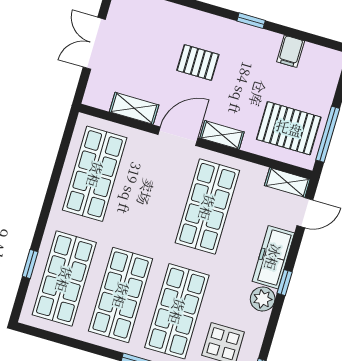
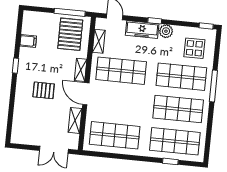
double door: (94, 43) -> (54, 150), moved
pallet: (198, 62) -> (44, 90), turned 90
shelving: (287, 182) -> (99, 41), moved

